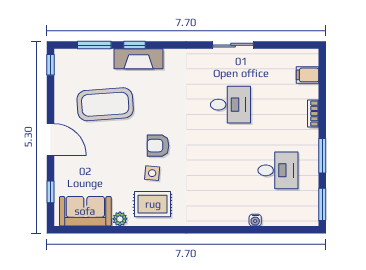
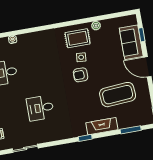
window: (135, 45) -> (85, 138), moved
sliding door: (233, 45) -> (25, 148), moved
armchair: (158, 146) -> (81, 75), turned 180
sofa: (85, 211) -> (131, 42), moved, turned 90

